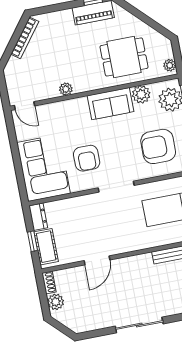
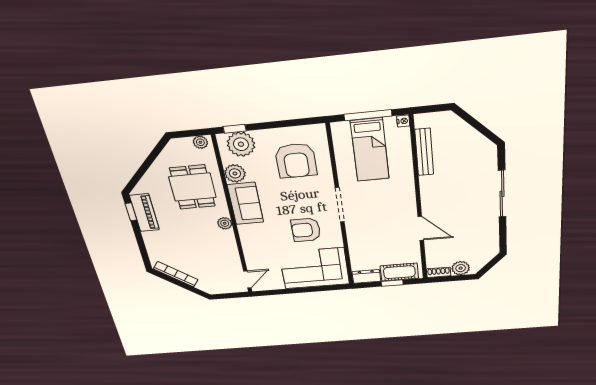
plant: (66, 89) -> (225, 223), moved
armchair: (87, 158) -> (306, 230), turned 180

